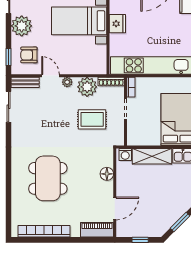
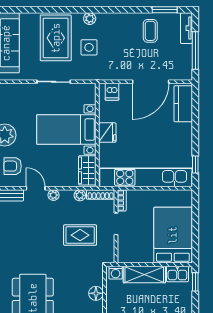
wardrobe: (99, 59) -> (87, 170), added
plant: (87, 87) -> (80, 195), width x0.53, depth x0.53

